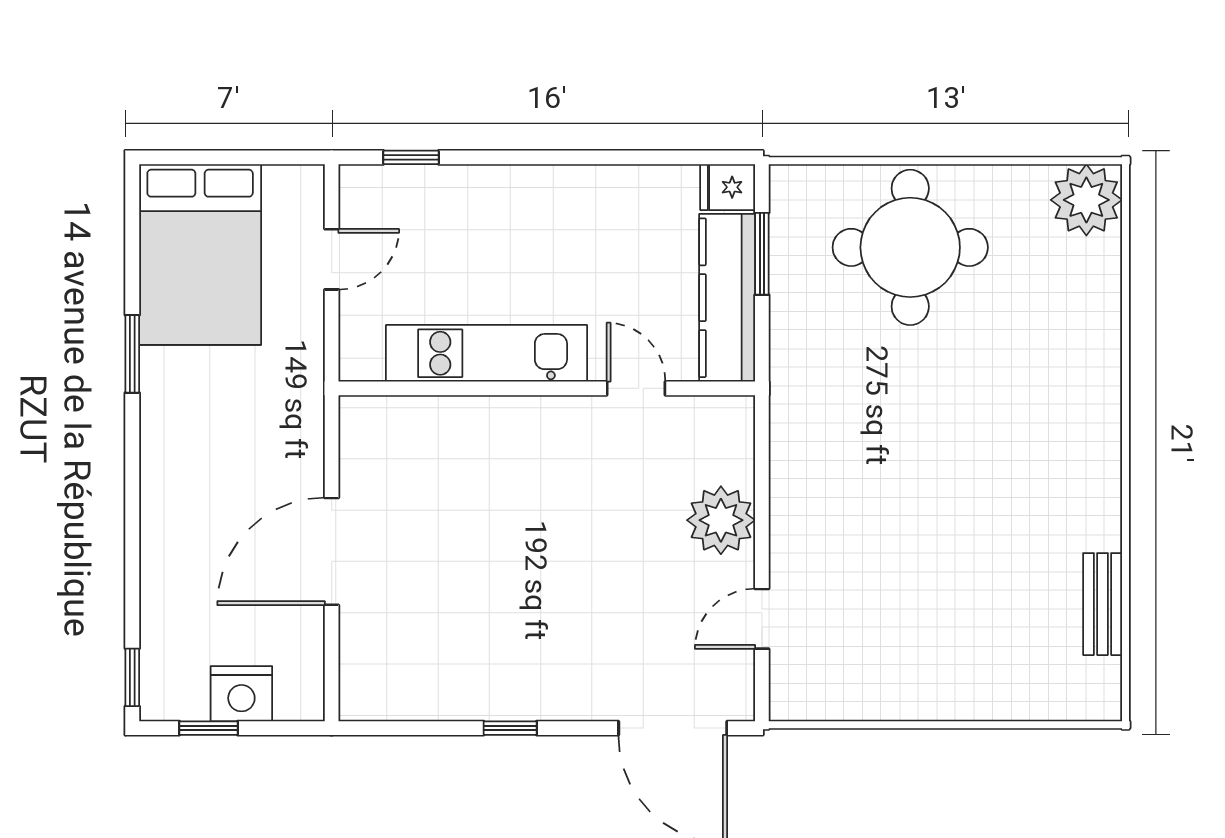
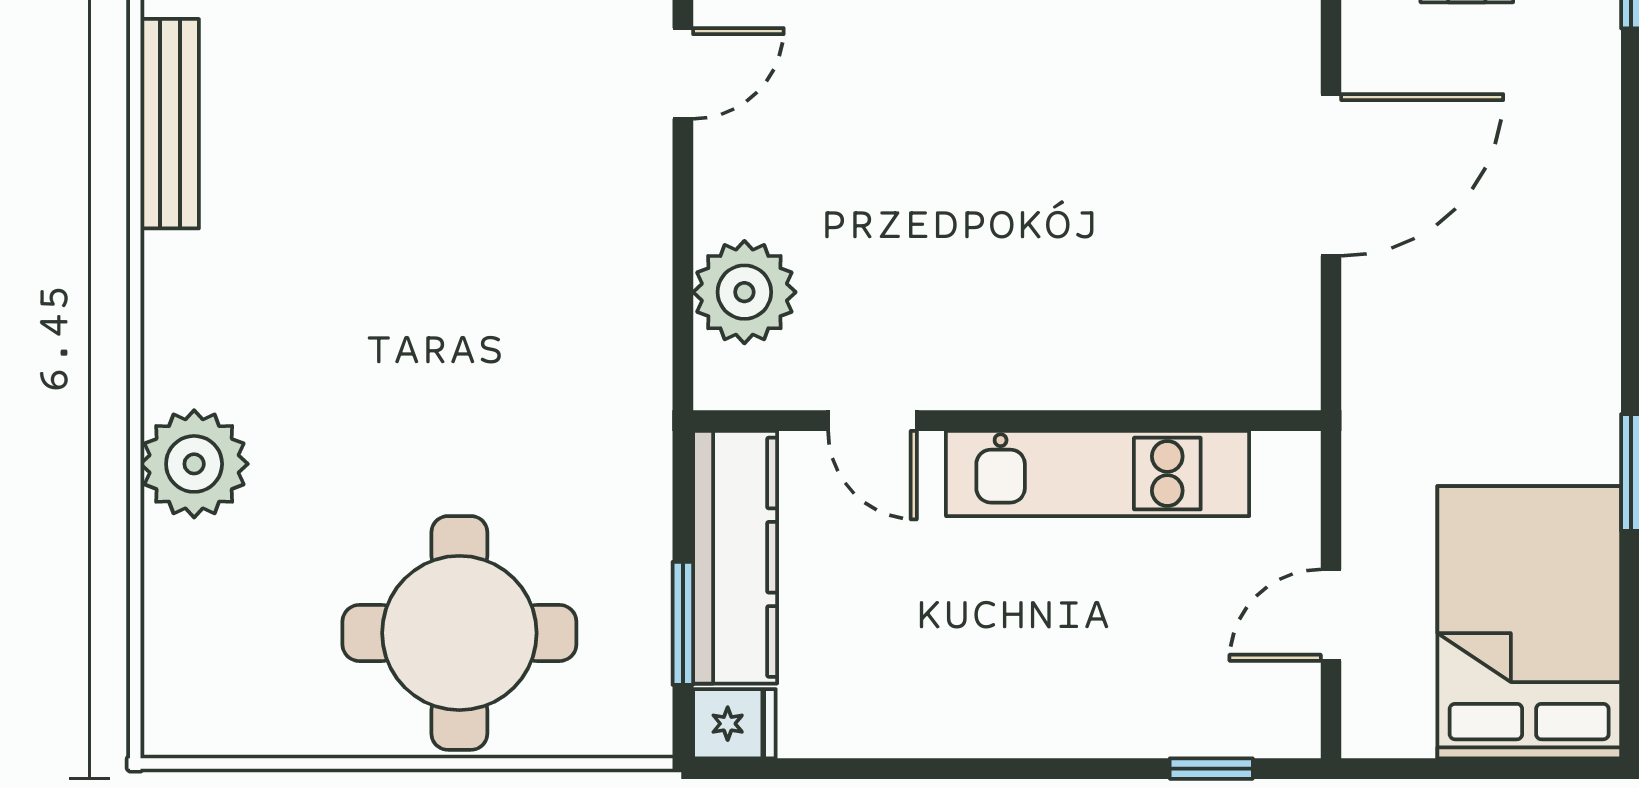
plant: (1086, 200) -> (194, 464), moved
plant: (721, 520) -> (744, 292), moved
bench: (1103, 604) -> (170, 124), width x1.36

